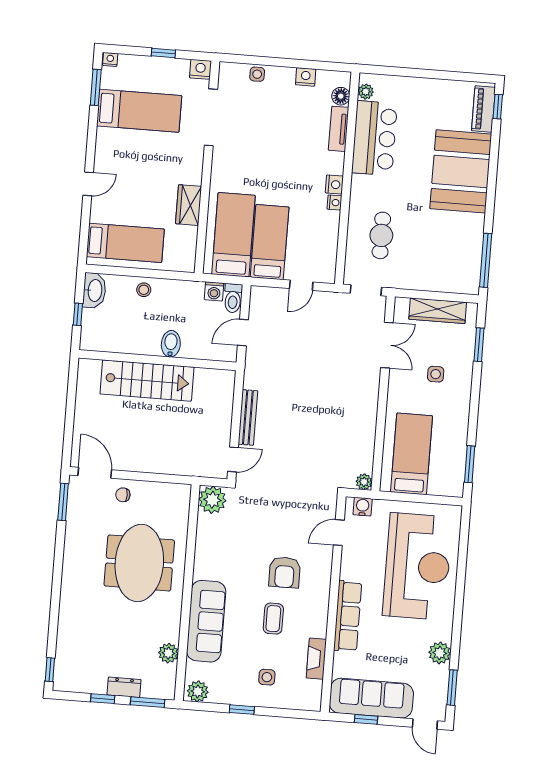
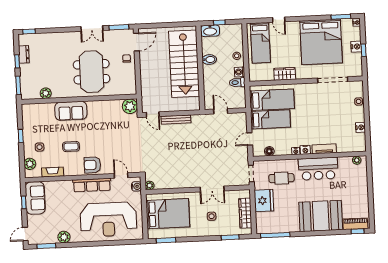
nightstand: (200, 69) -> (356, 47), moved
floor lamp: (341, 96) -> (269, 151), moved
bed: (139, 111) -> (321, 42), width x2.04
tv unit: (339, 129) -> (324, 149), moved
bar counter: (375, 138) -> (318, 169), moved
door: (88, 184) -> (279, 20), moved
fridge: (419, 273) -> (264, 201), added
door: (301, 285) -> (250, 139), hinge flipped
washbasin: (94, 290) -> (210, 31), moved
washing machine: (214, 291) -> (240, 72), moved
toilet: (233, 298) -> (237, 82), moved
bidet: (171, 344) -> (209, 60), moved
double door: (387, 345) -> (212, 189), moved
stairs: (147, 381) -> (184, 64), width x1.36, depth x1.51
bed: (412, 454) -> (168, 214), width x1.50
double door: (59, 552) -> (92, 28), added
meeting table: (139, 563) -> (92, 72), turned 90
armchair: (285, 572) -> (92, 165), moved
row of seats: (348, 616) -> (92, 185), moved
sofa: (206, 621) -> (71, 111), width x0.73
dresser: (124, 687) -> (24, 54), moved
plant: (198, 691) -> (30, 164), moved
sofa: (371, 698) -> (35, 198), width x0.73

